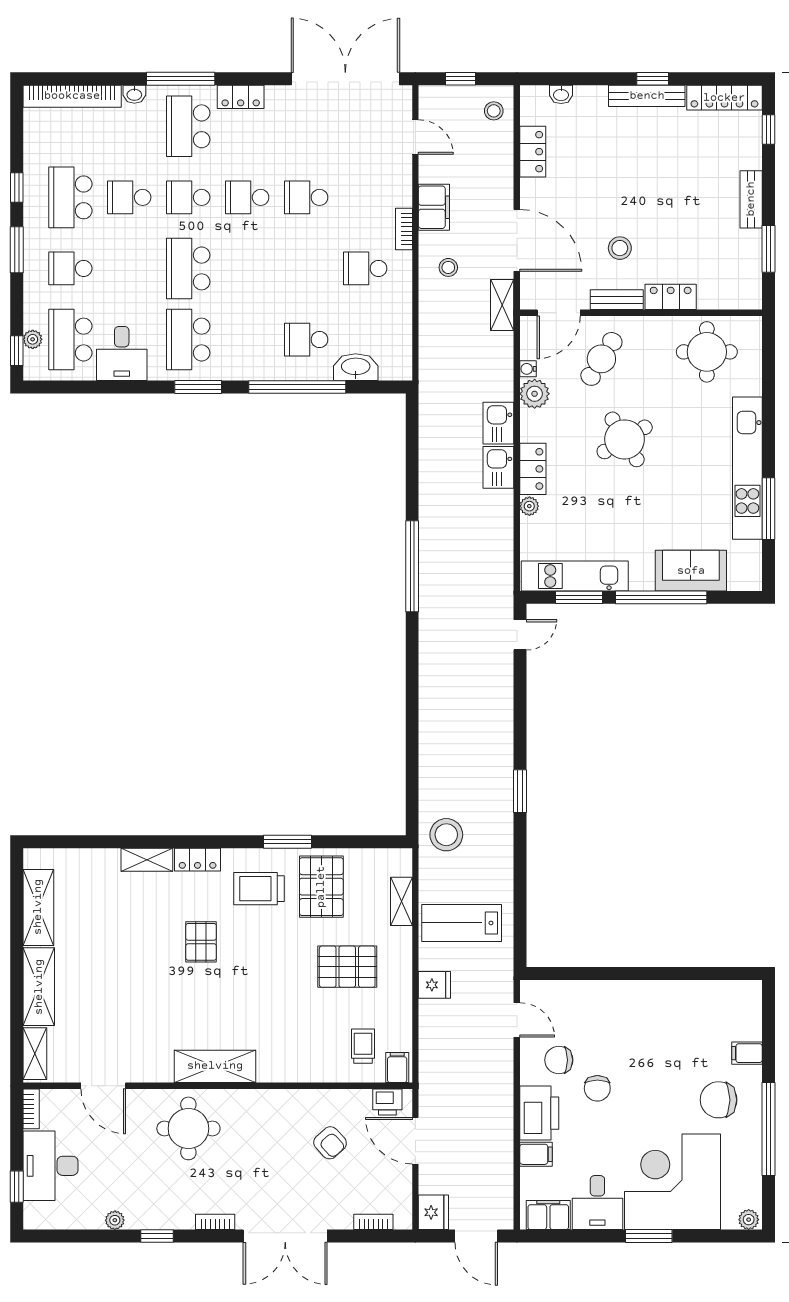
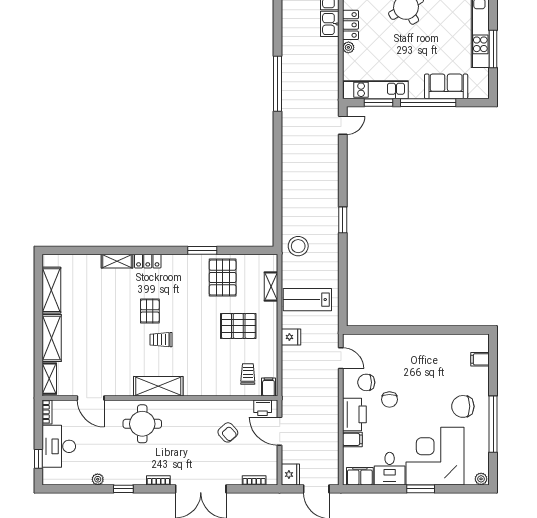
trolley: (259, 889) -> (161, 340), moved, width x0.73, depth x0.72
filing cabinet: (747, 1053) -> (480, 359), moved

